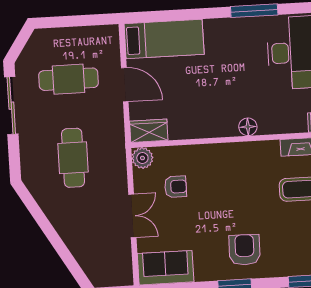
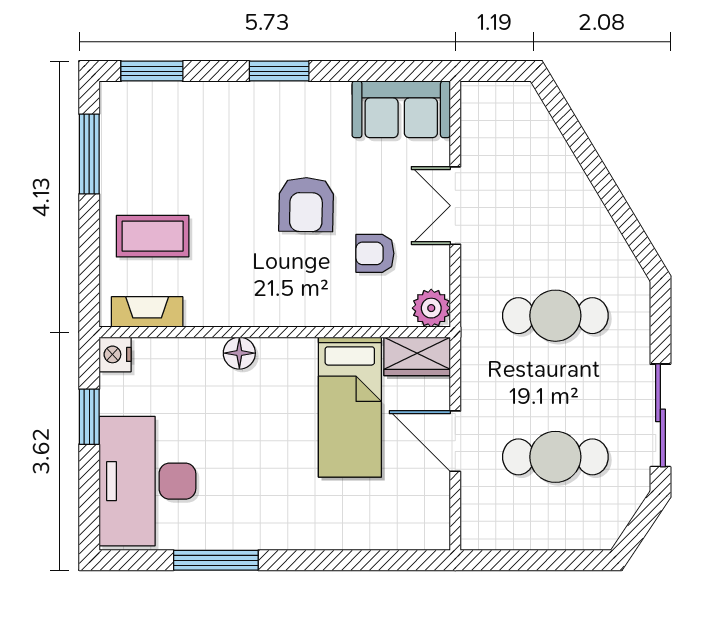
bed: (164, 39) -> (350, 407), moved, turned -90
cafe table: (73, 158) -> (555, 316), turned 90
armchair: (244, 250) -> (306, 205), moved

